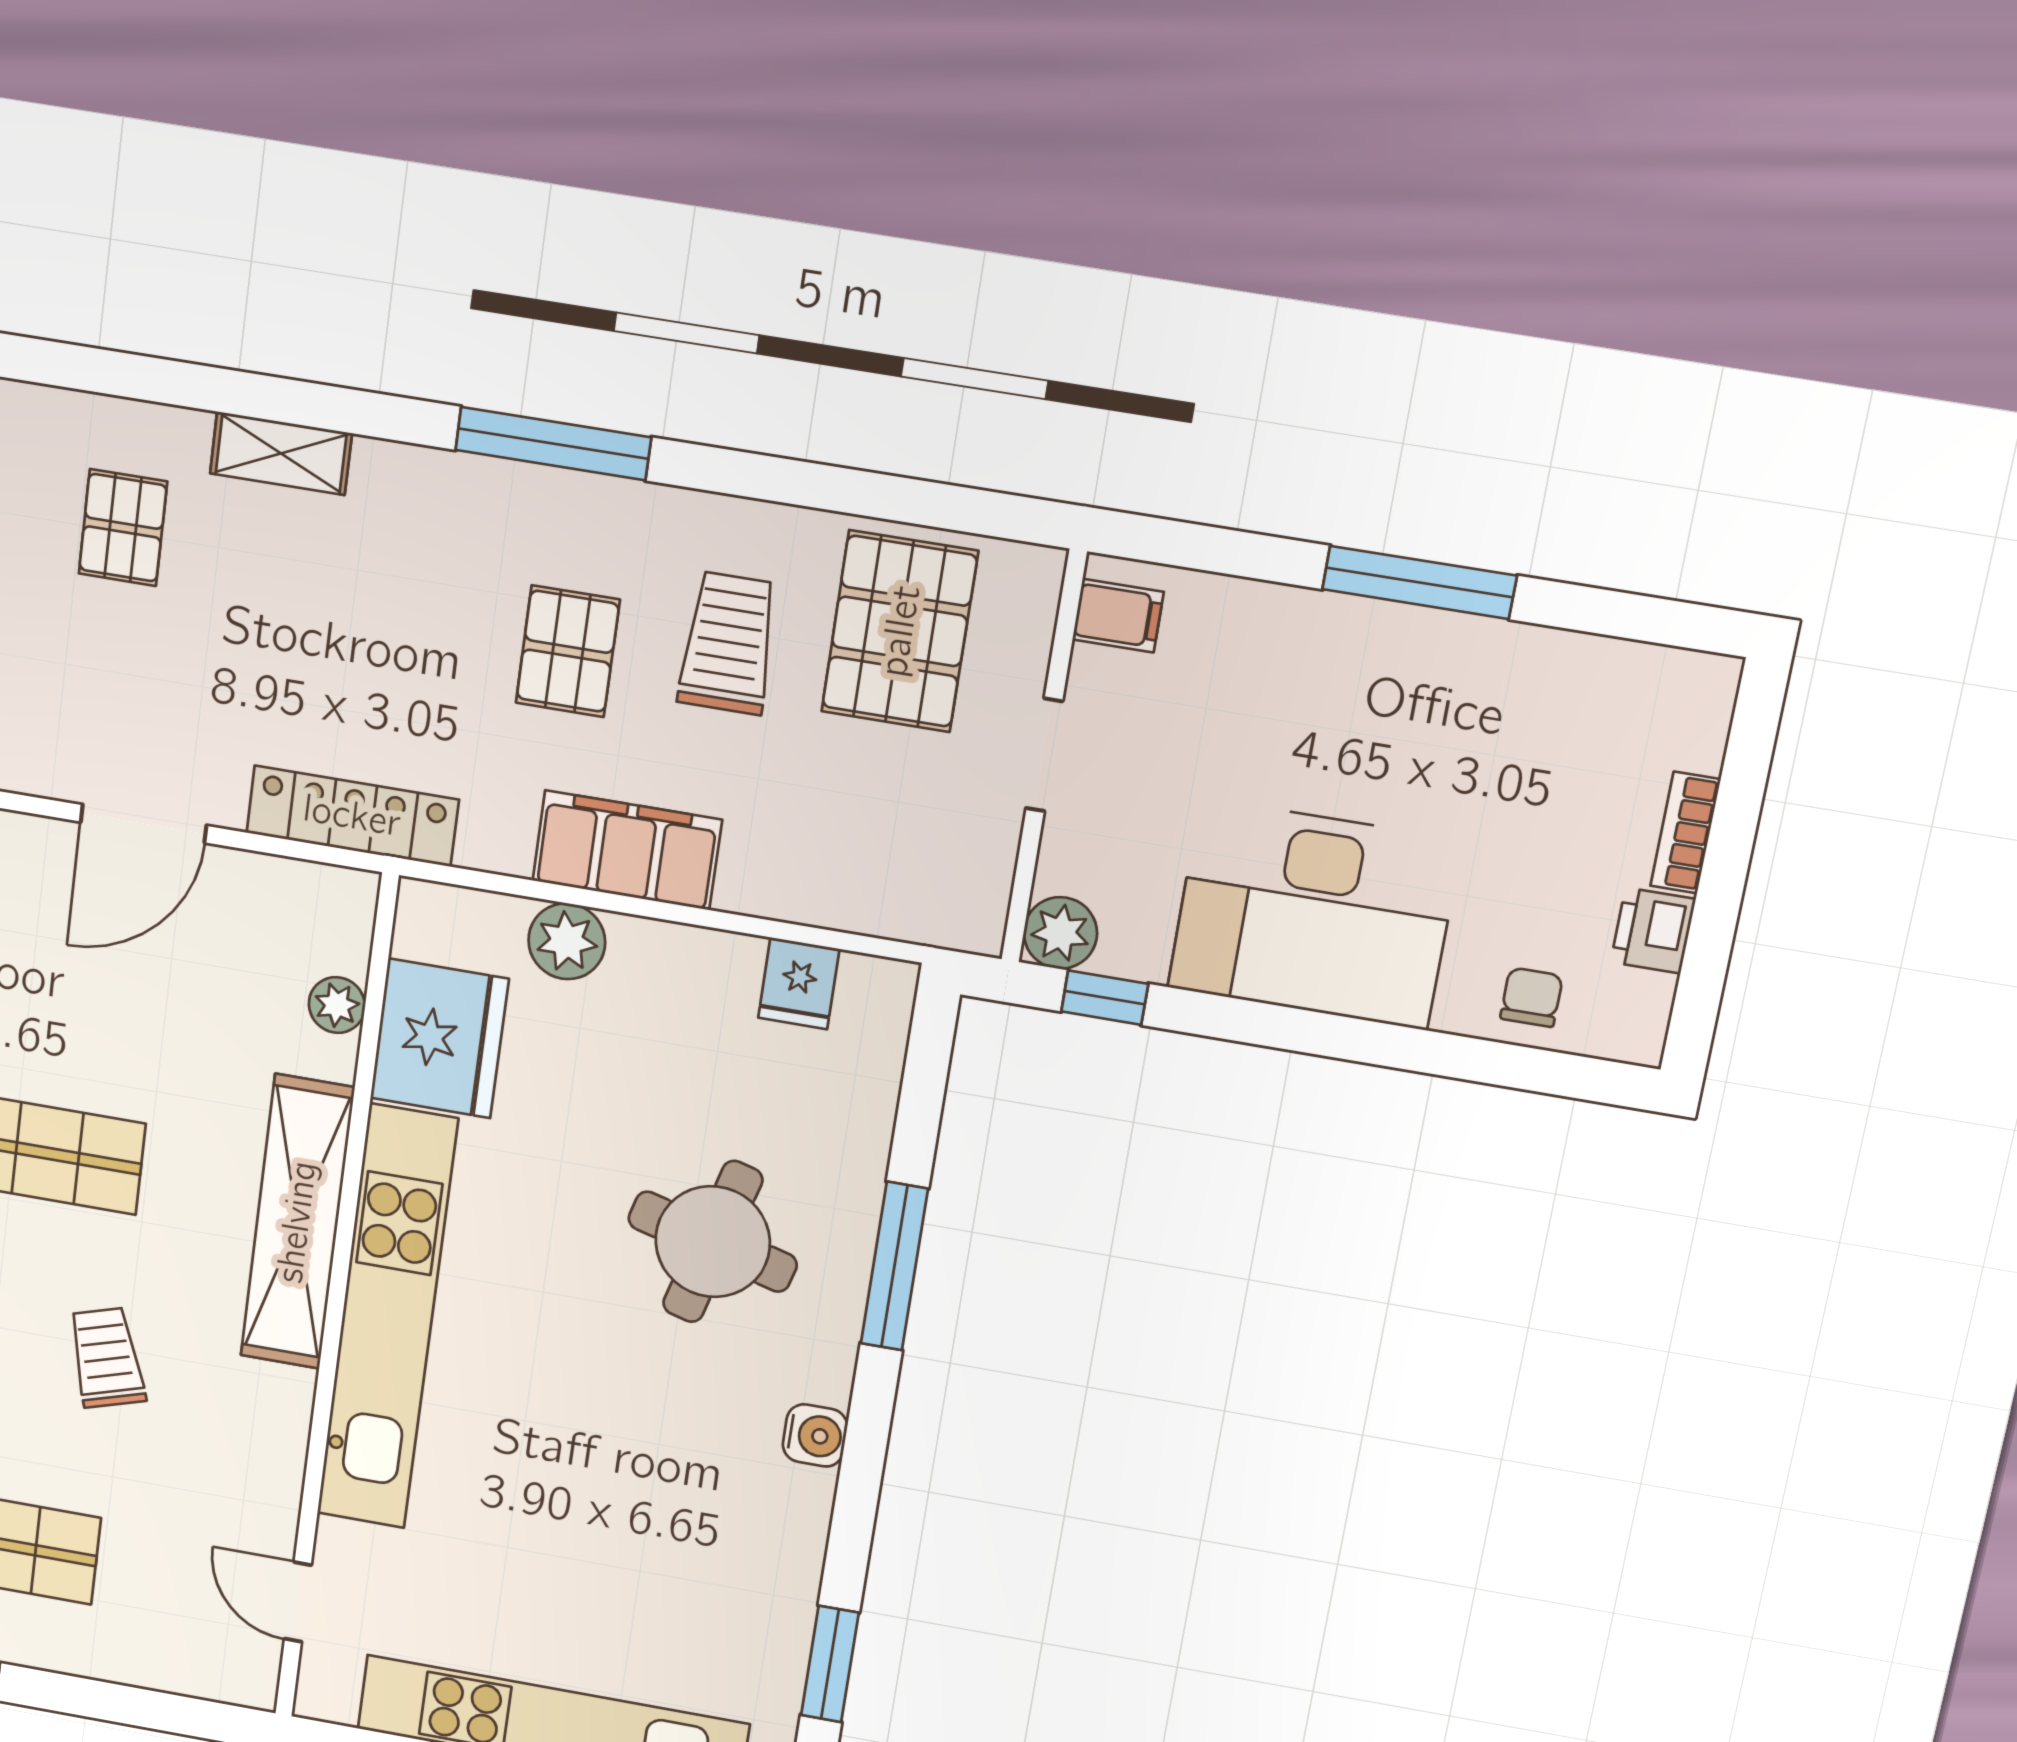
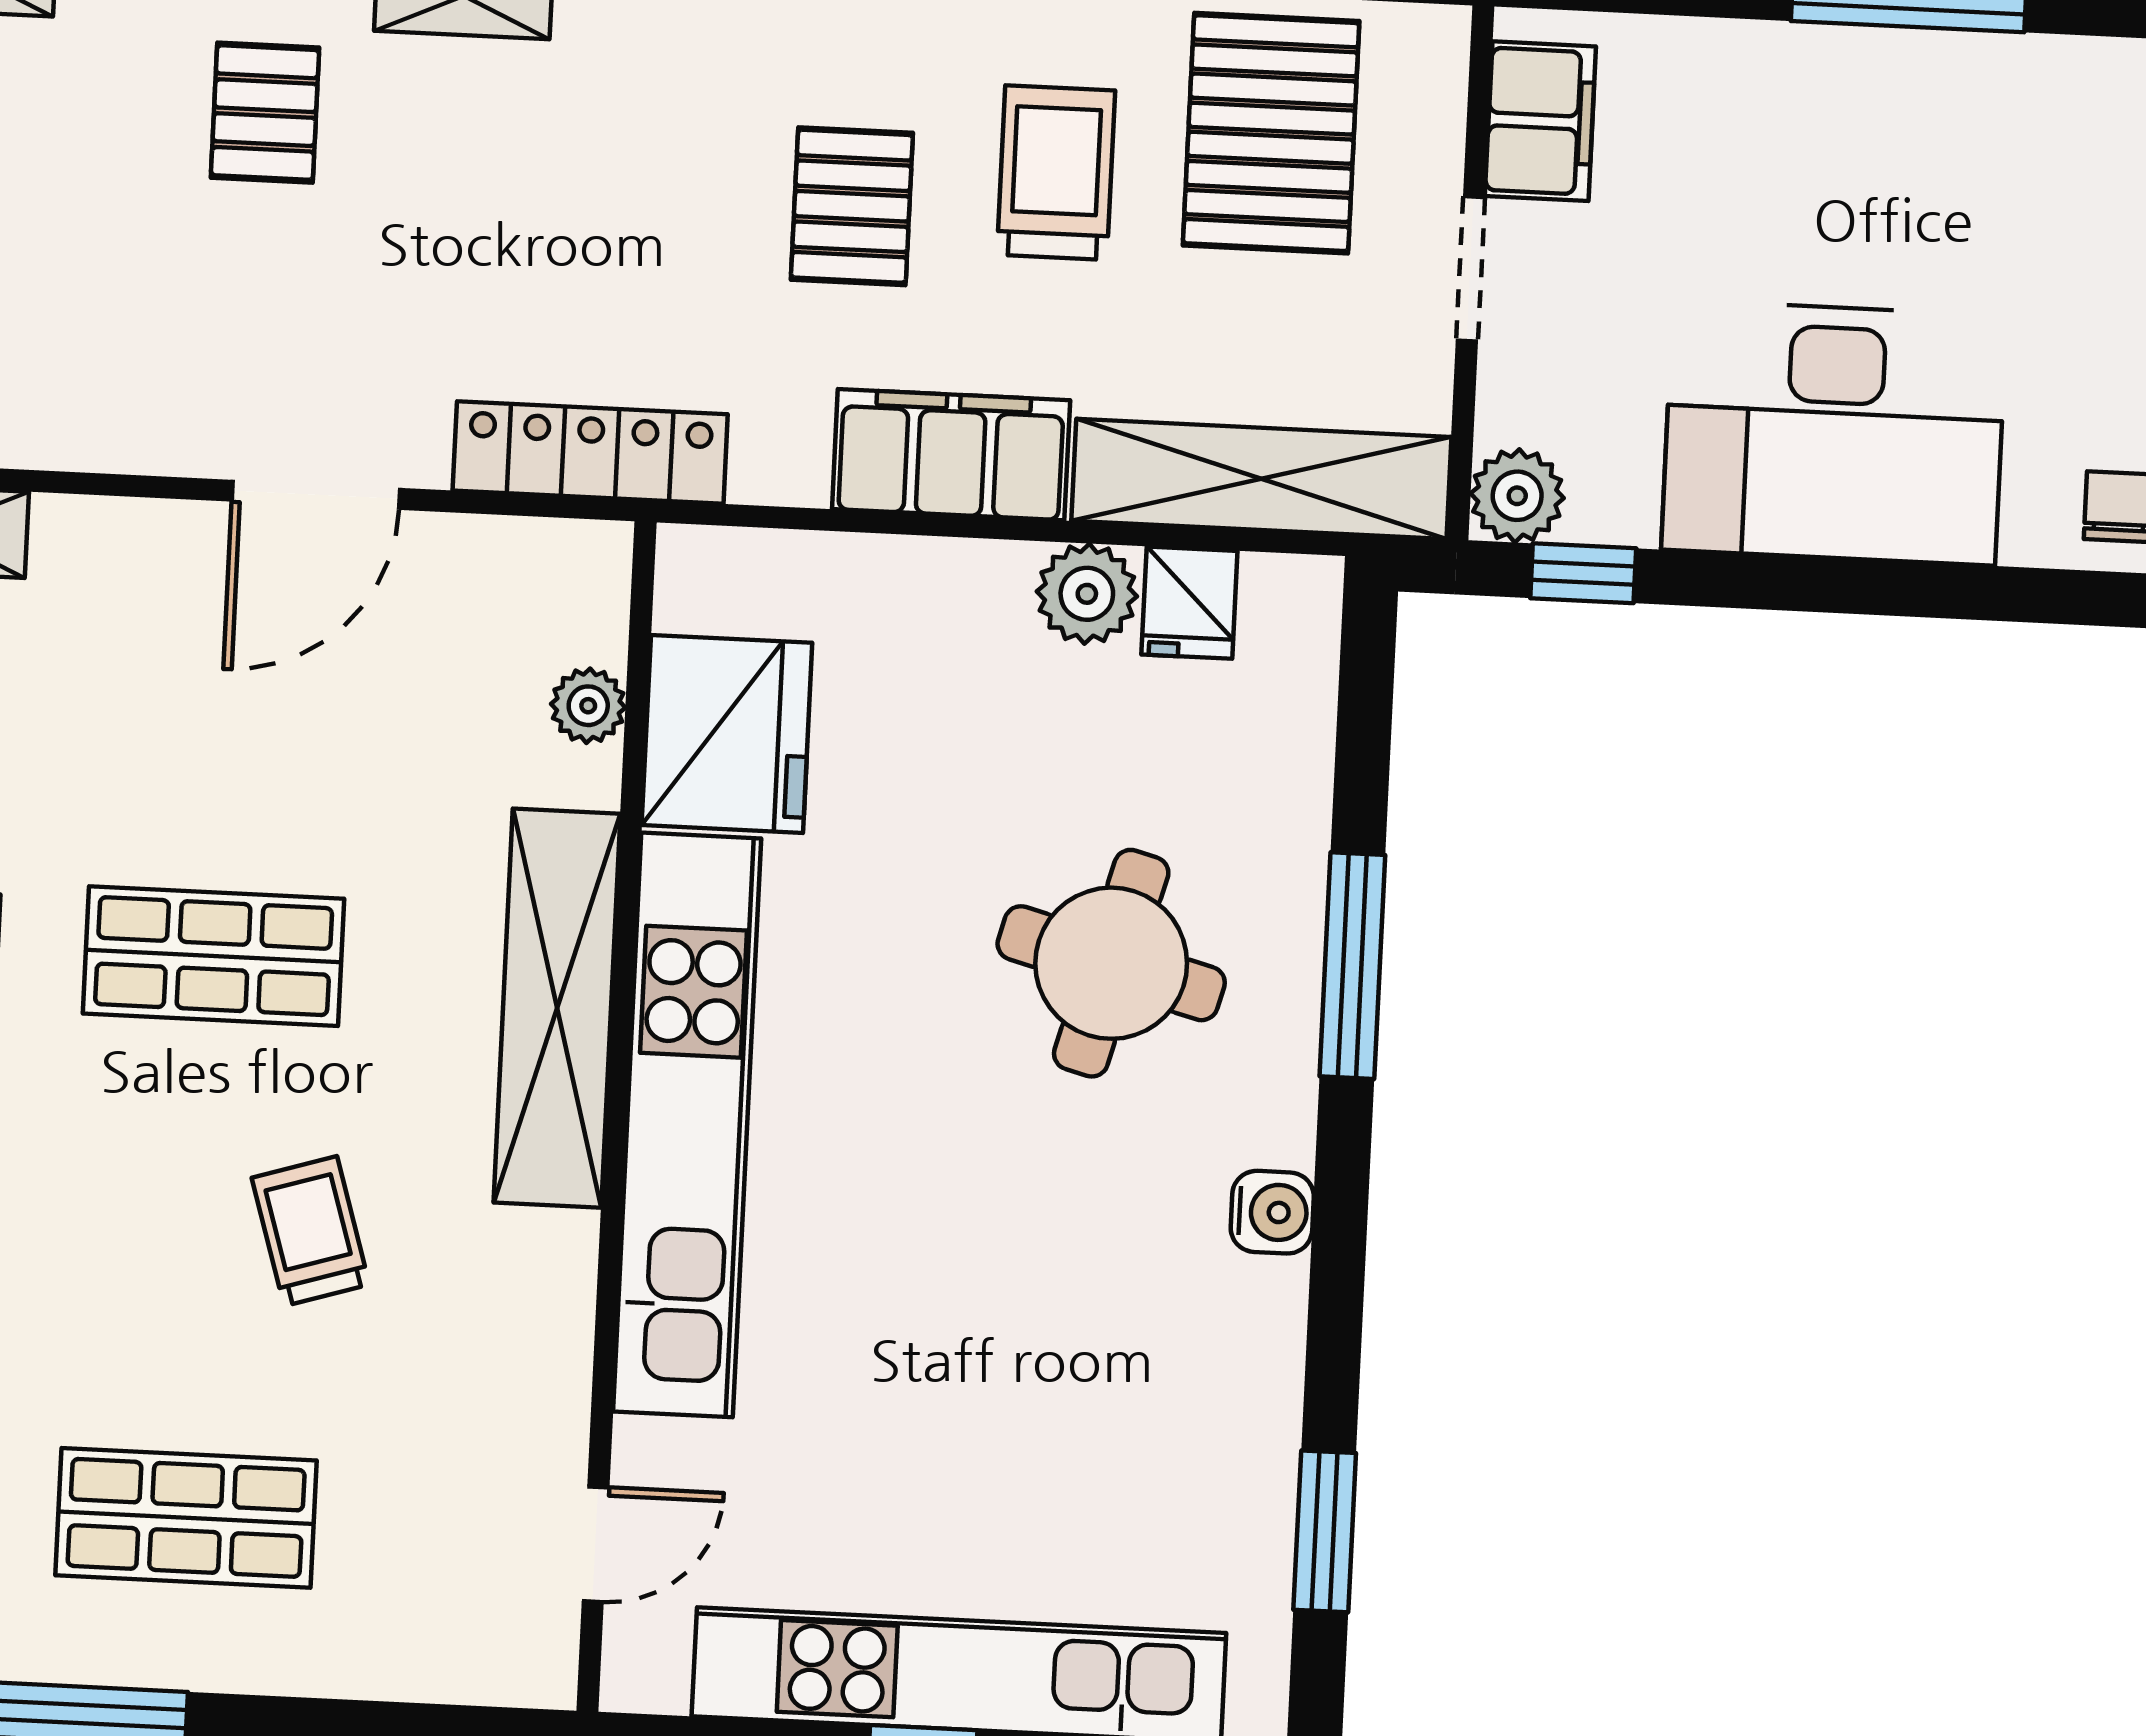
filing cabinet: (1118, 616) -> (1540, 121), width x2.00
shelving: (864, 897) -> (1261, 479), added
plant: (567, 941) -> (1087, 594), moved
door: (298, 1602) -> (596, 1544), swing flipped

